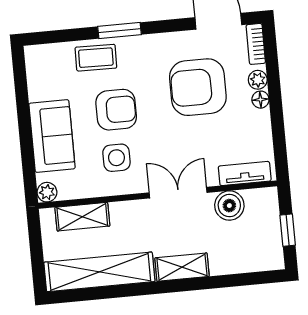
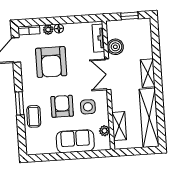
plant: (47, 192) -> (105, 131), moved

